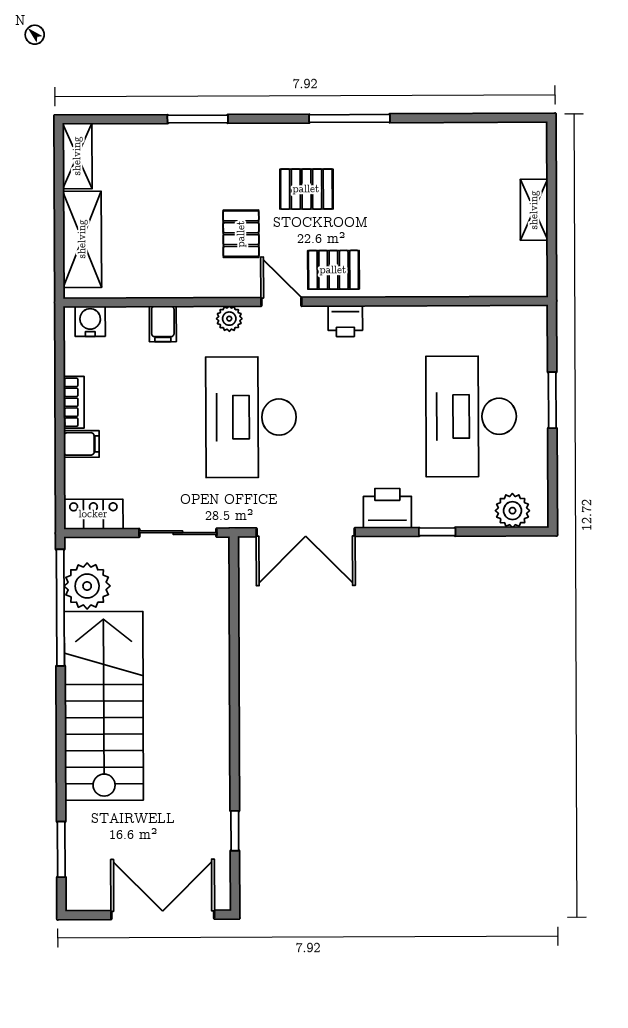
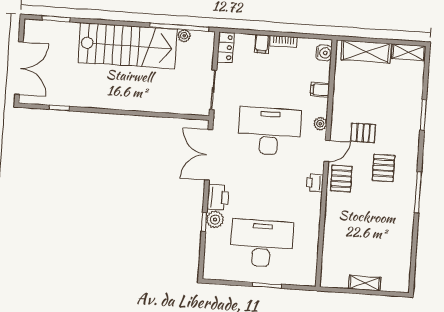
plant: (512, 511) -> (215, 220), moved
plant: (87, 586) -> (184, 36), width x0.53, depth x0.53

